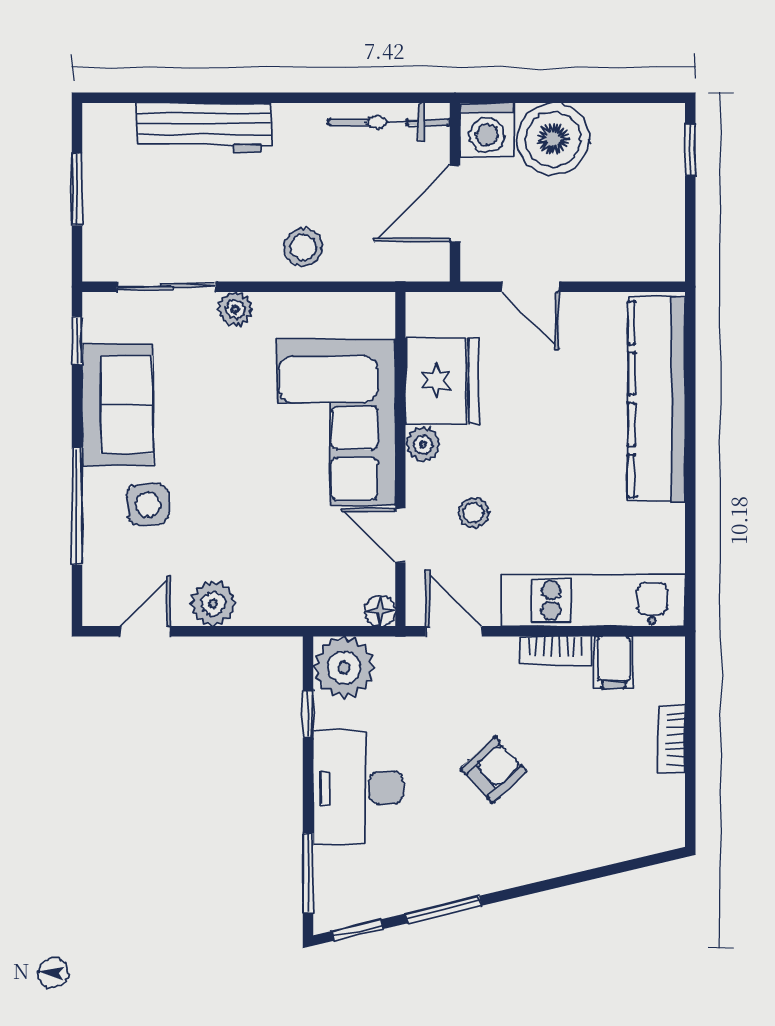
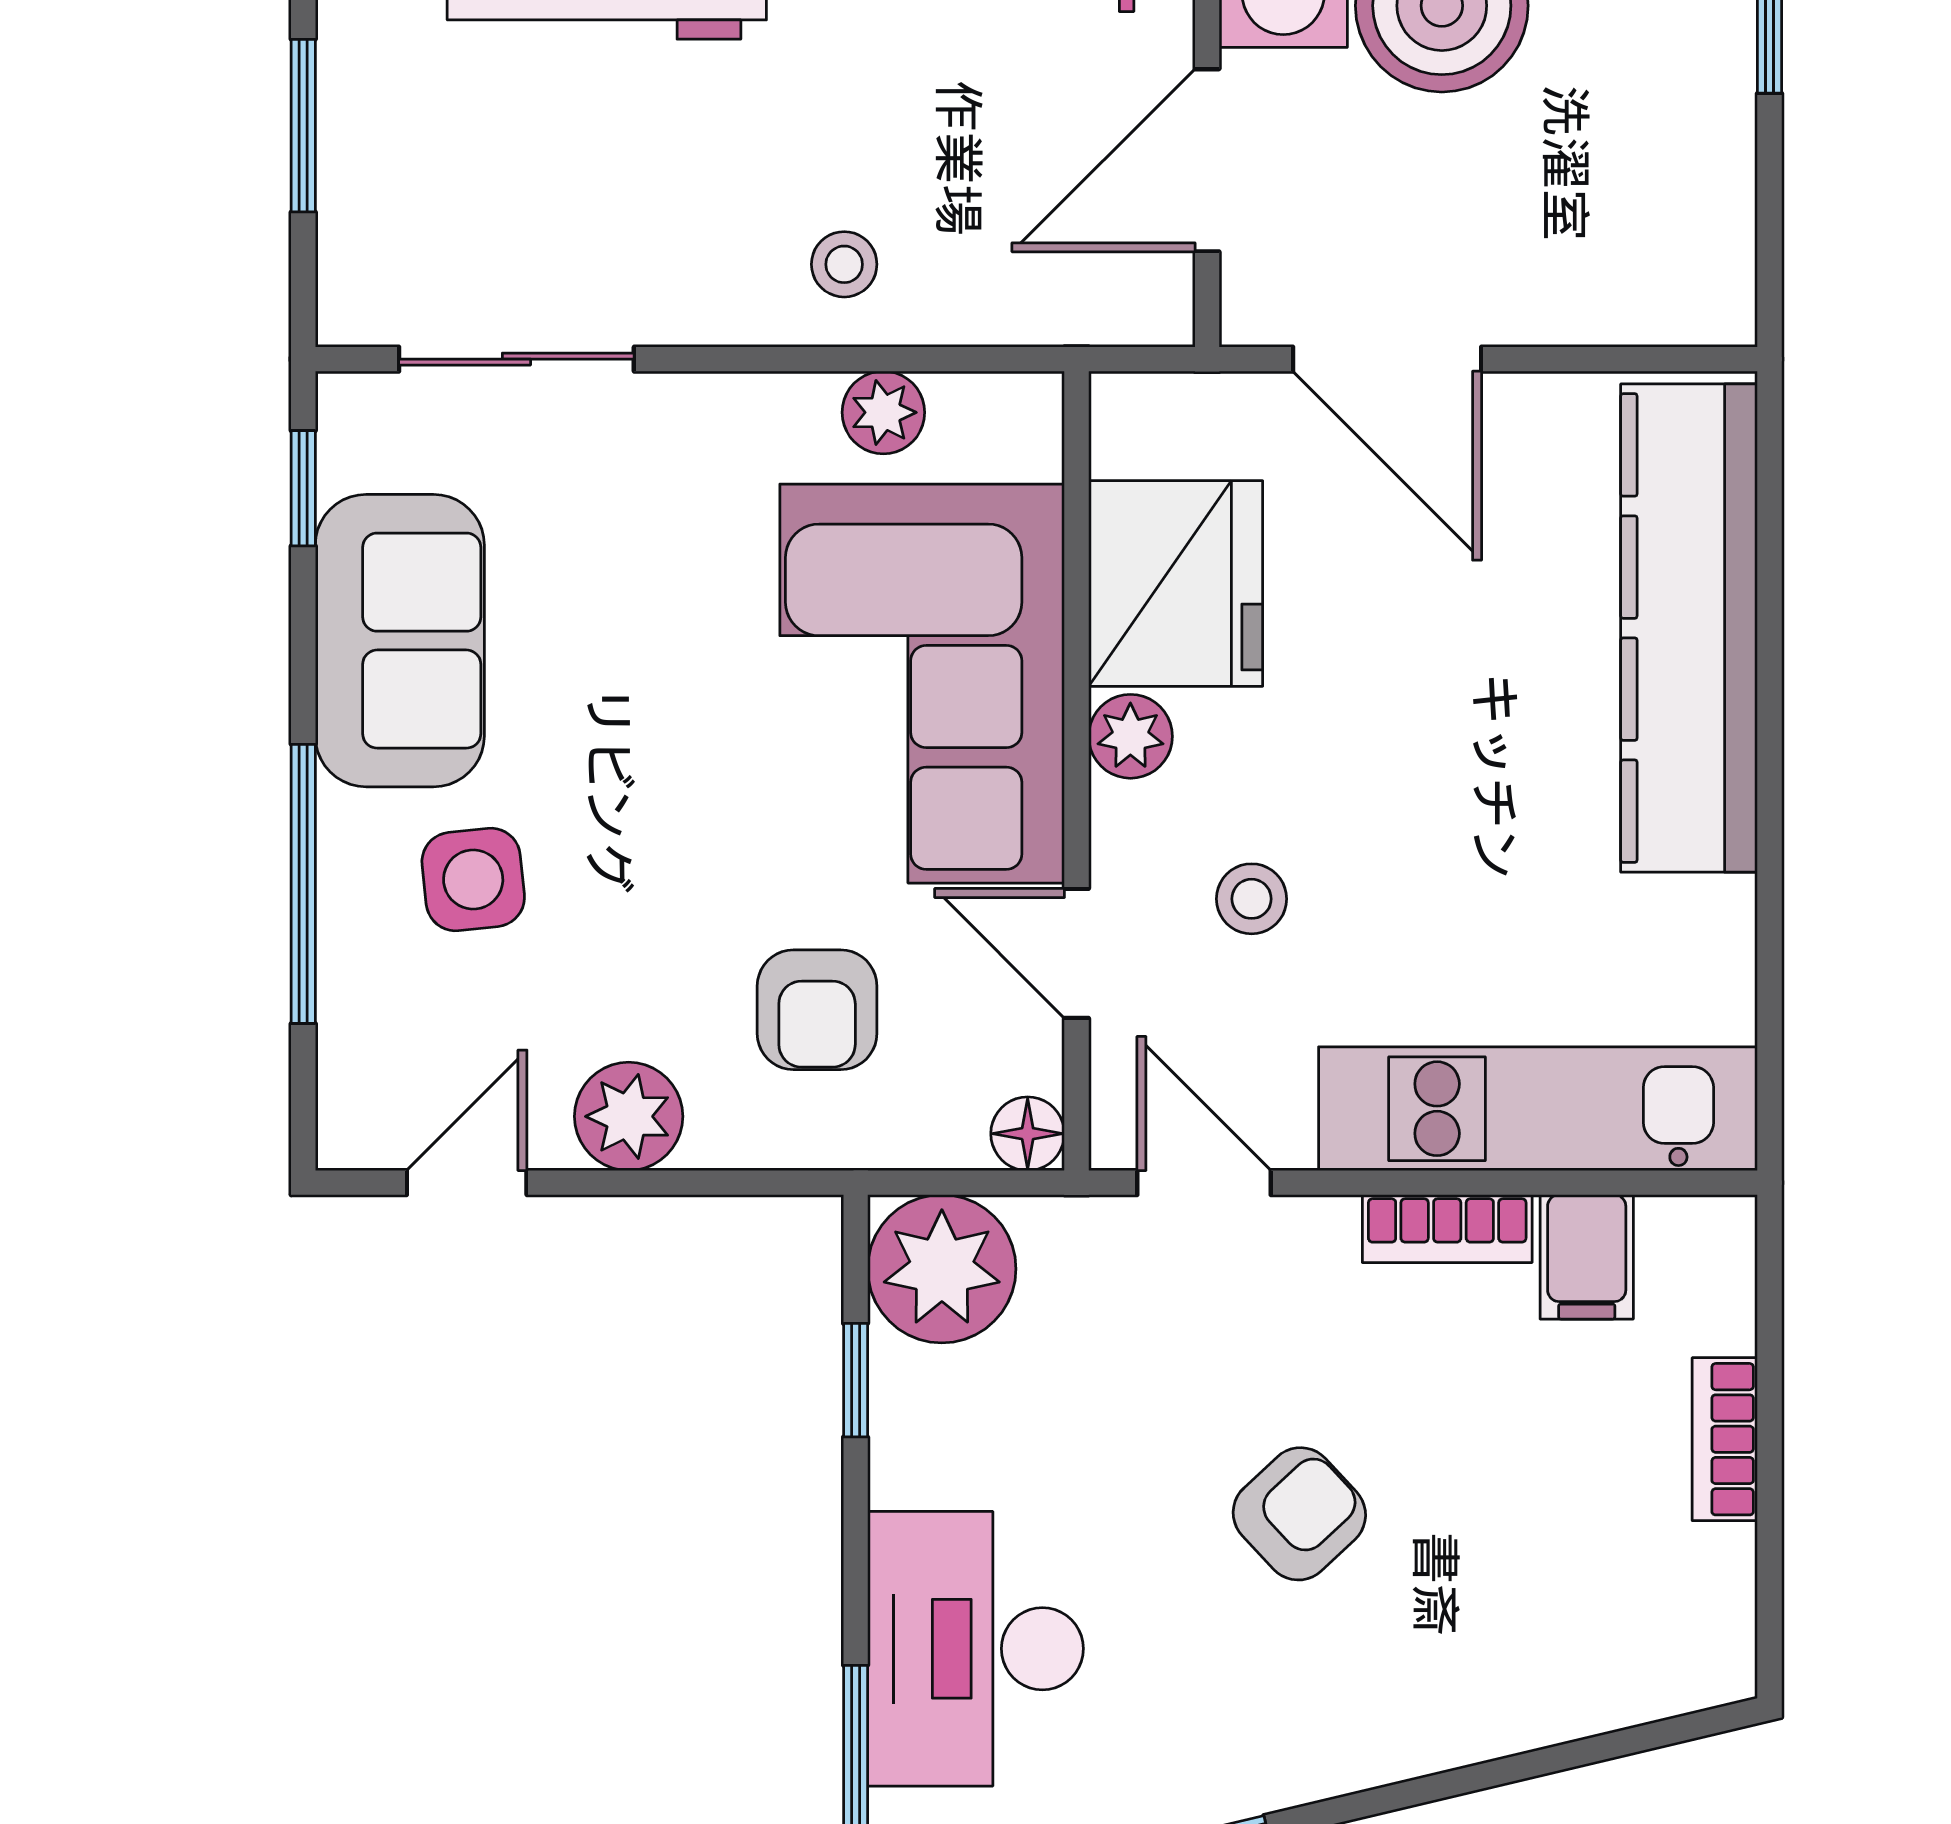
stool: (303, 247) -> (844, 264), width x0.73, depth x0.73
door: (530, 287) -> (1387, 359), width x1.38
plant: (235, 309) -> (883, 412), moved
armchair: (292, 559) -> (817, 1010), added
desk: (358, 788) -> (975, 1649), moved

